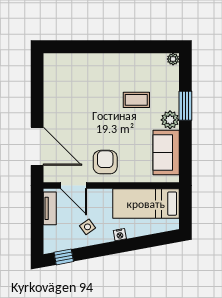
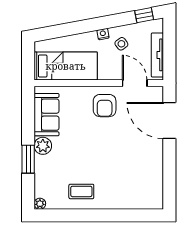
coffee table: (136, 100) -> (81, 191), moved
tv unit: (50, 208) -> (157, 55), width x1.41
nightstand: (120, 235) -> (103, 34), moved

